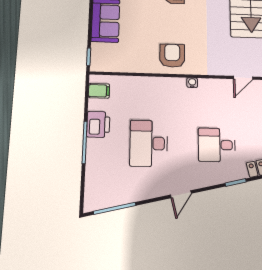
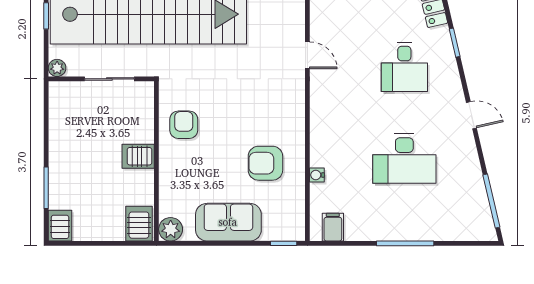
armchair: (172, 56) -> (265, 163), moved
door: (243, 78) -> (307, 55), moved
water cooler: (192, 83) -> (317, 175), moved
printer: (98, 124) -> (380, 226), removed

